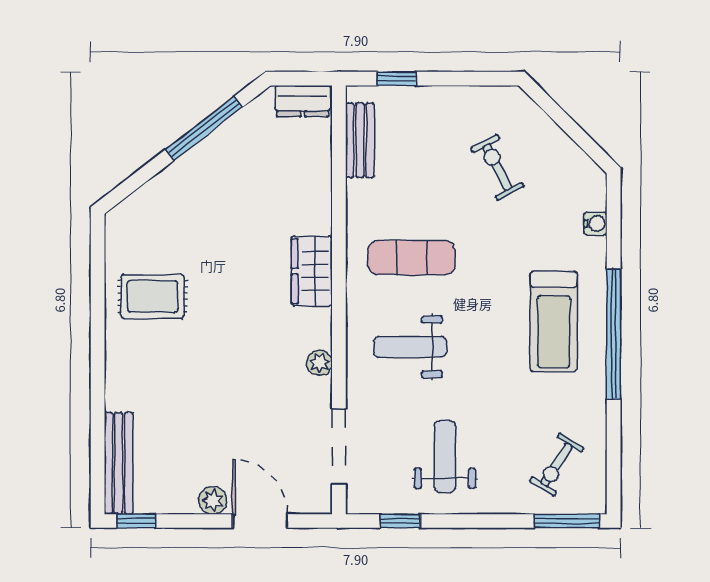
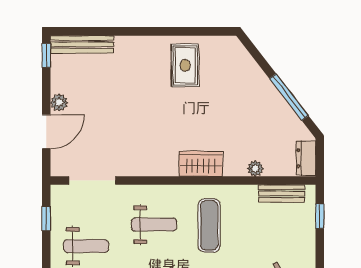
weight bench: (410, 347) -> (154, 225), turned 90
plant: (319, 363) -> (255, 169), moved

